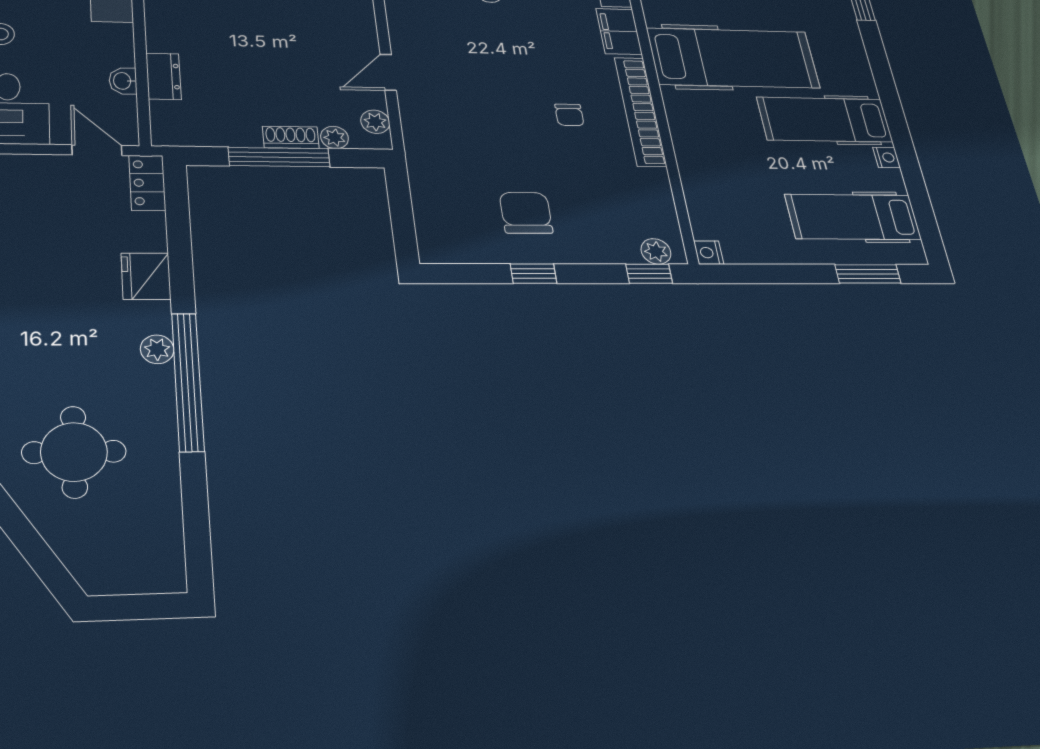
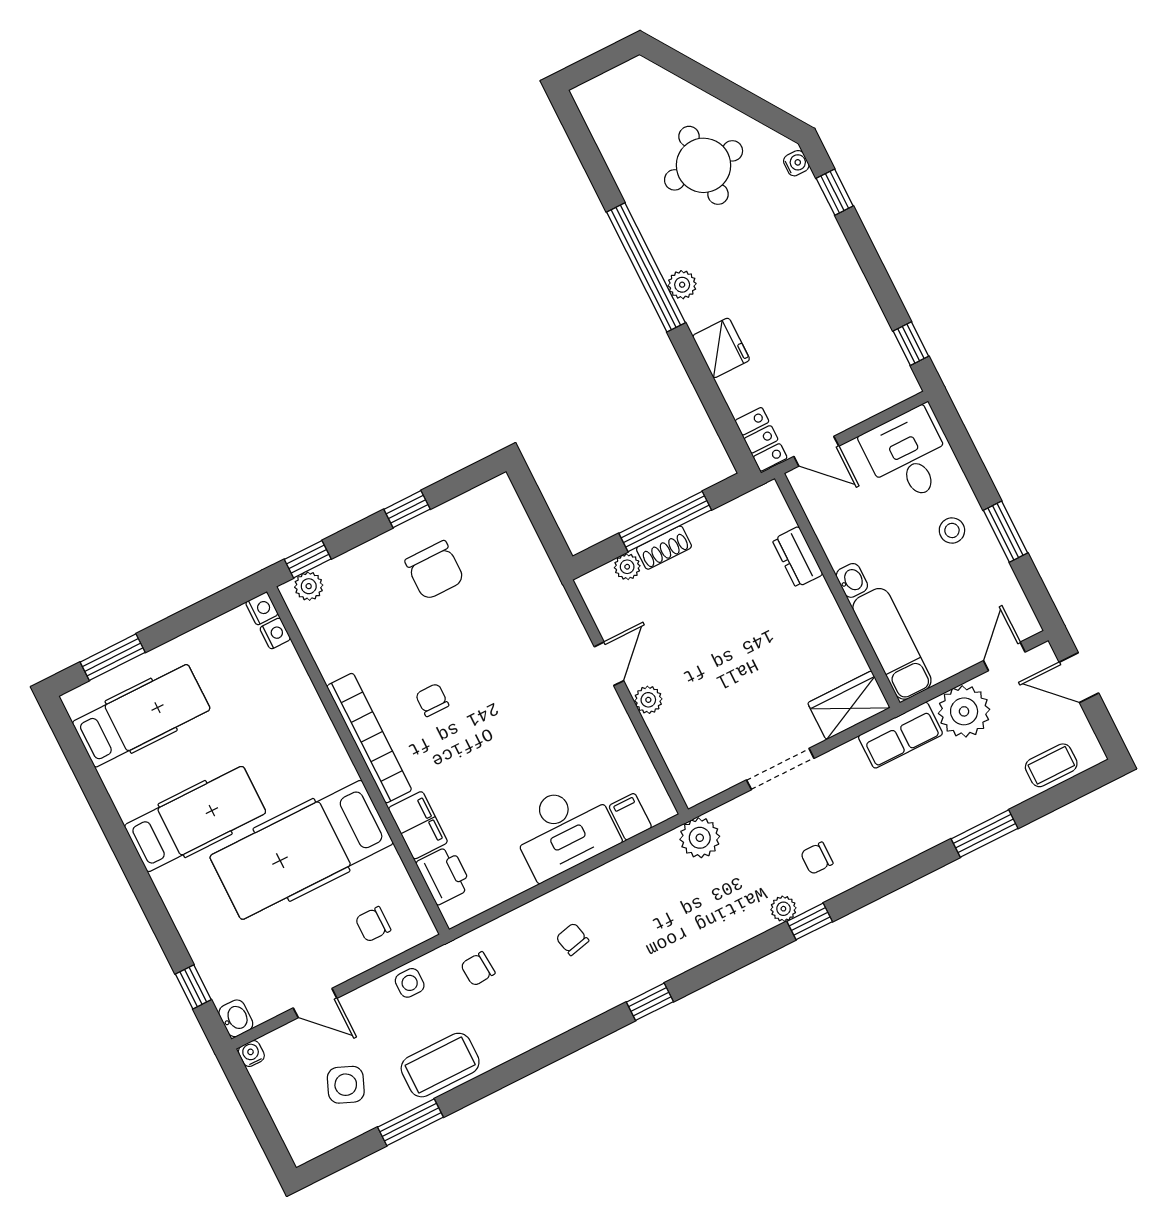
washbasin: (123, 81) -> (852, 580), moved
plant: (375, 122) -> (648, 700), moved
nightstand: (887, 157) -> (275, 633), moved, turned 180

